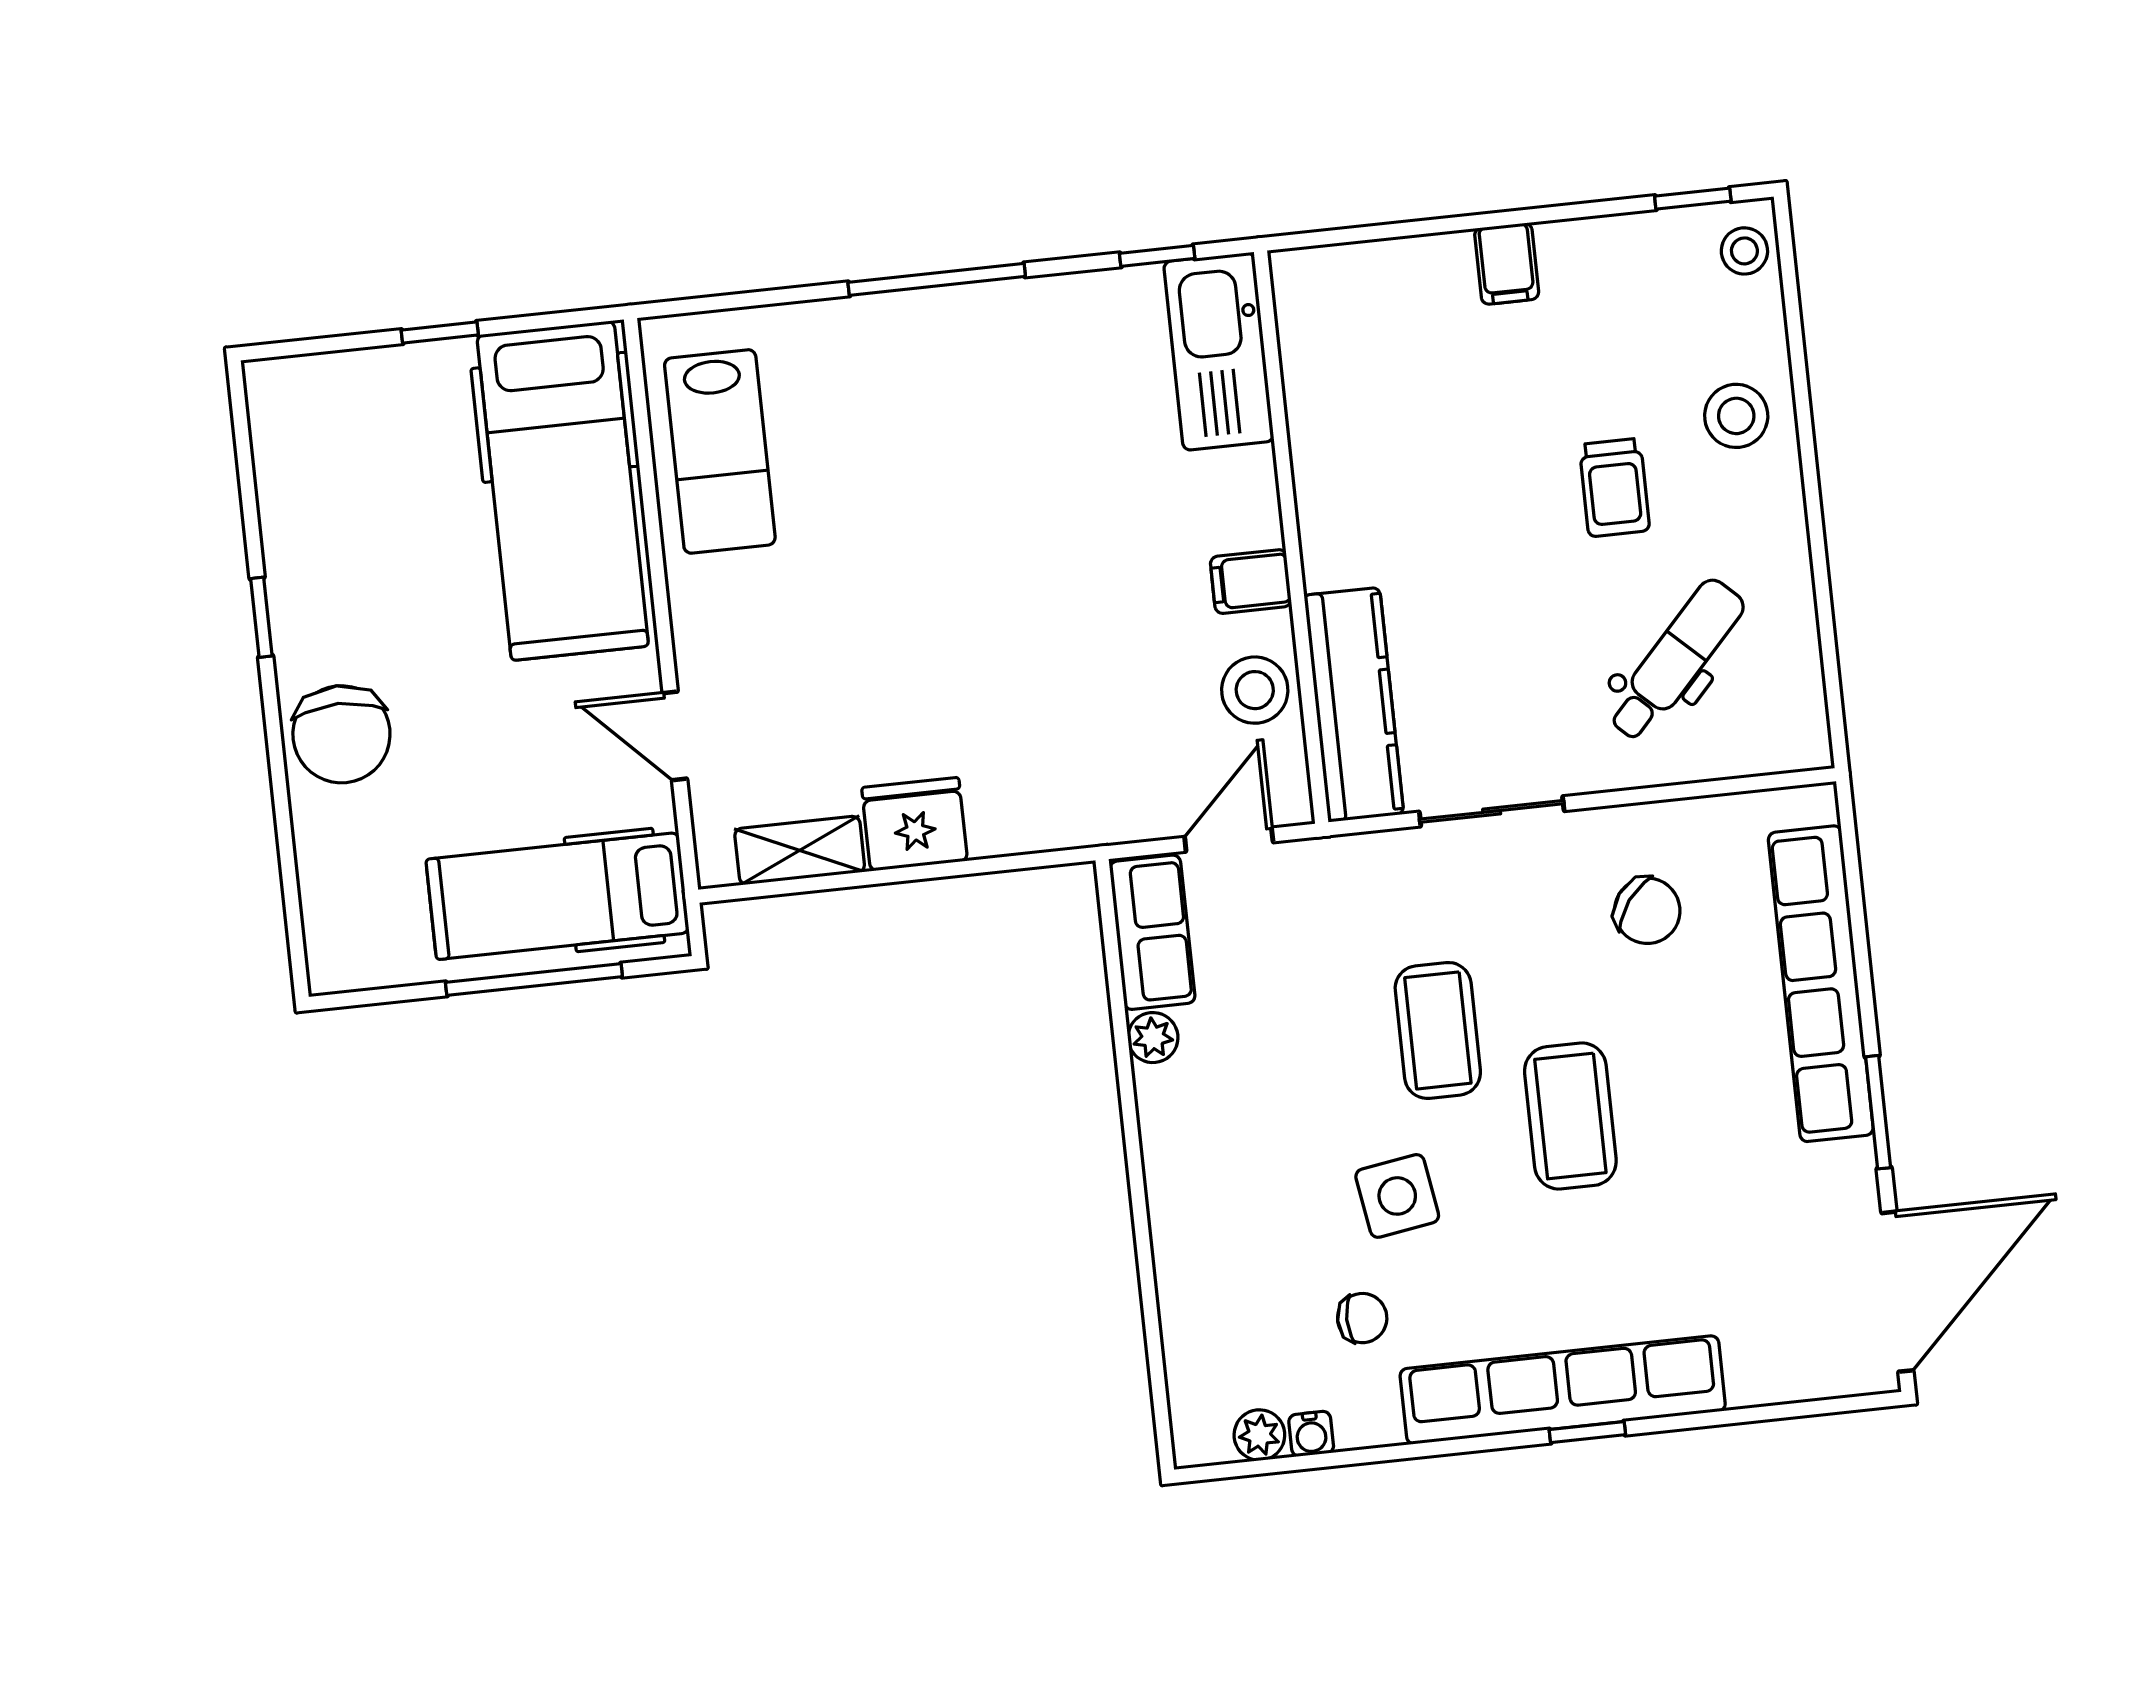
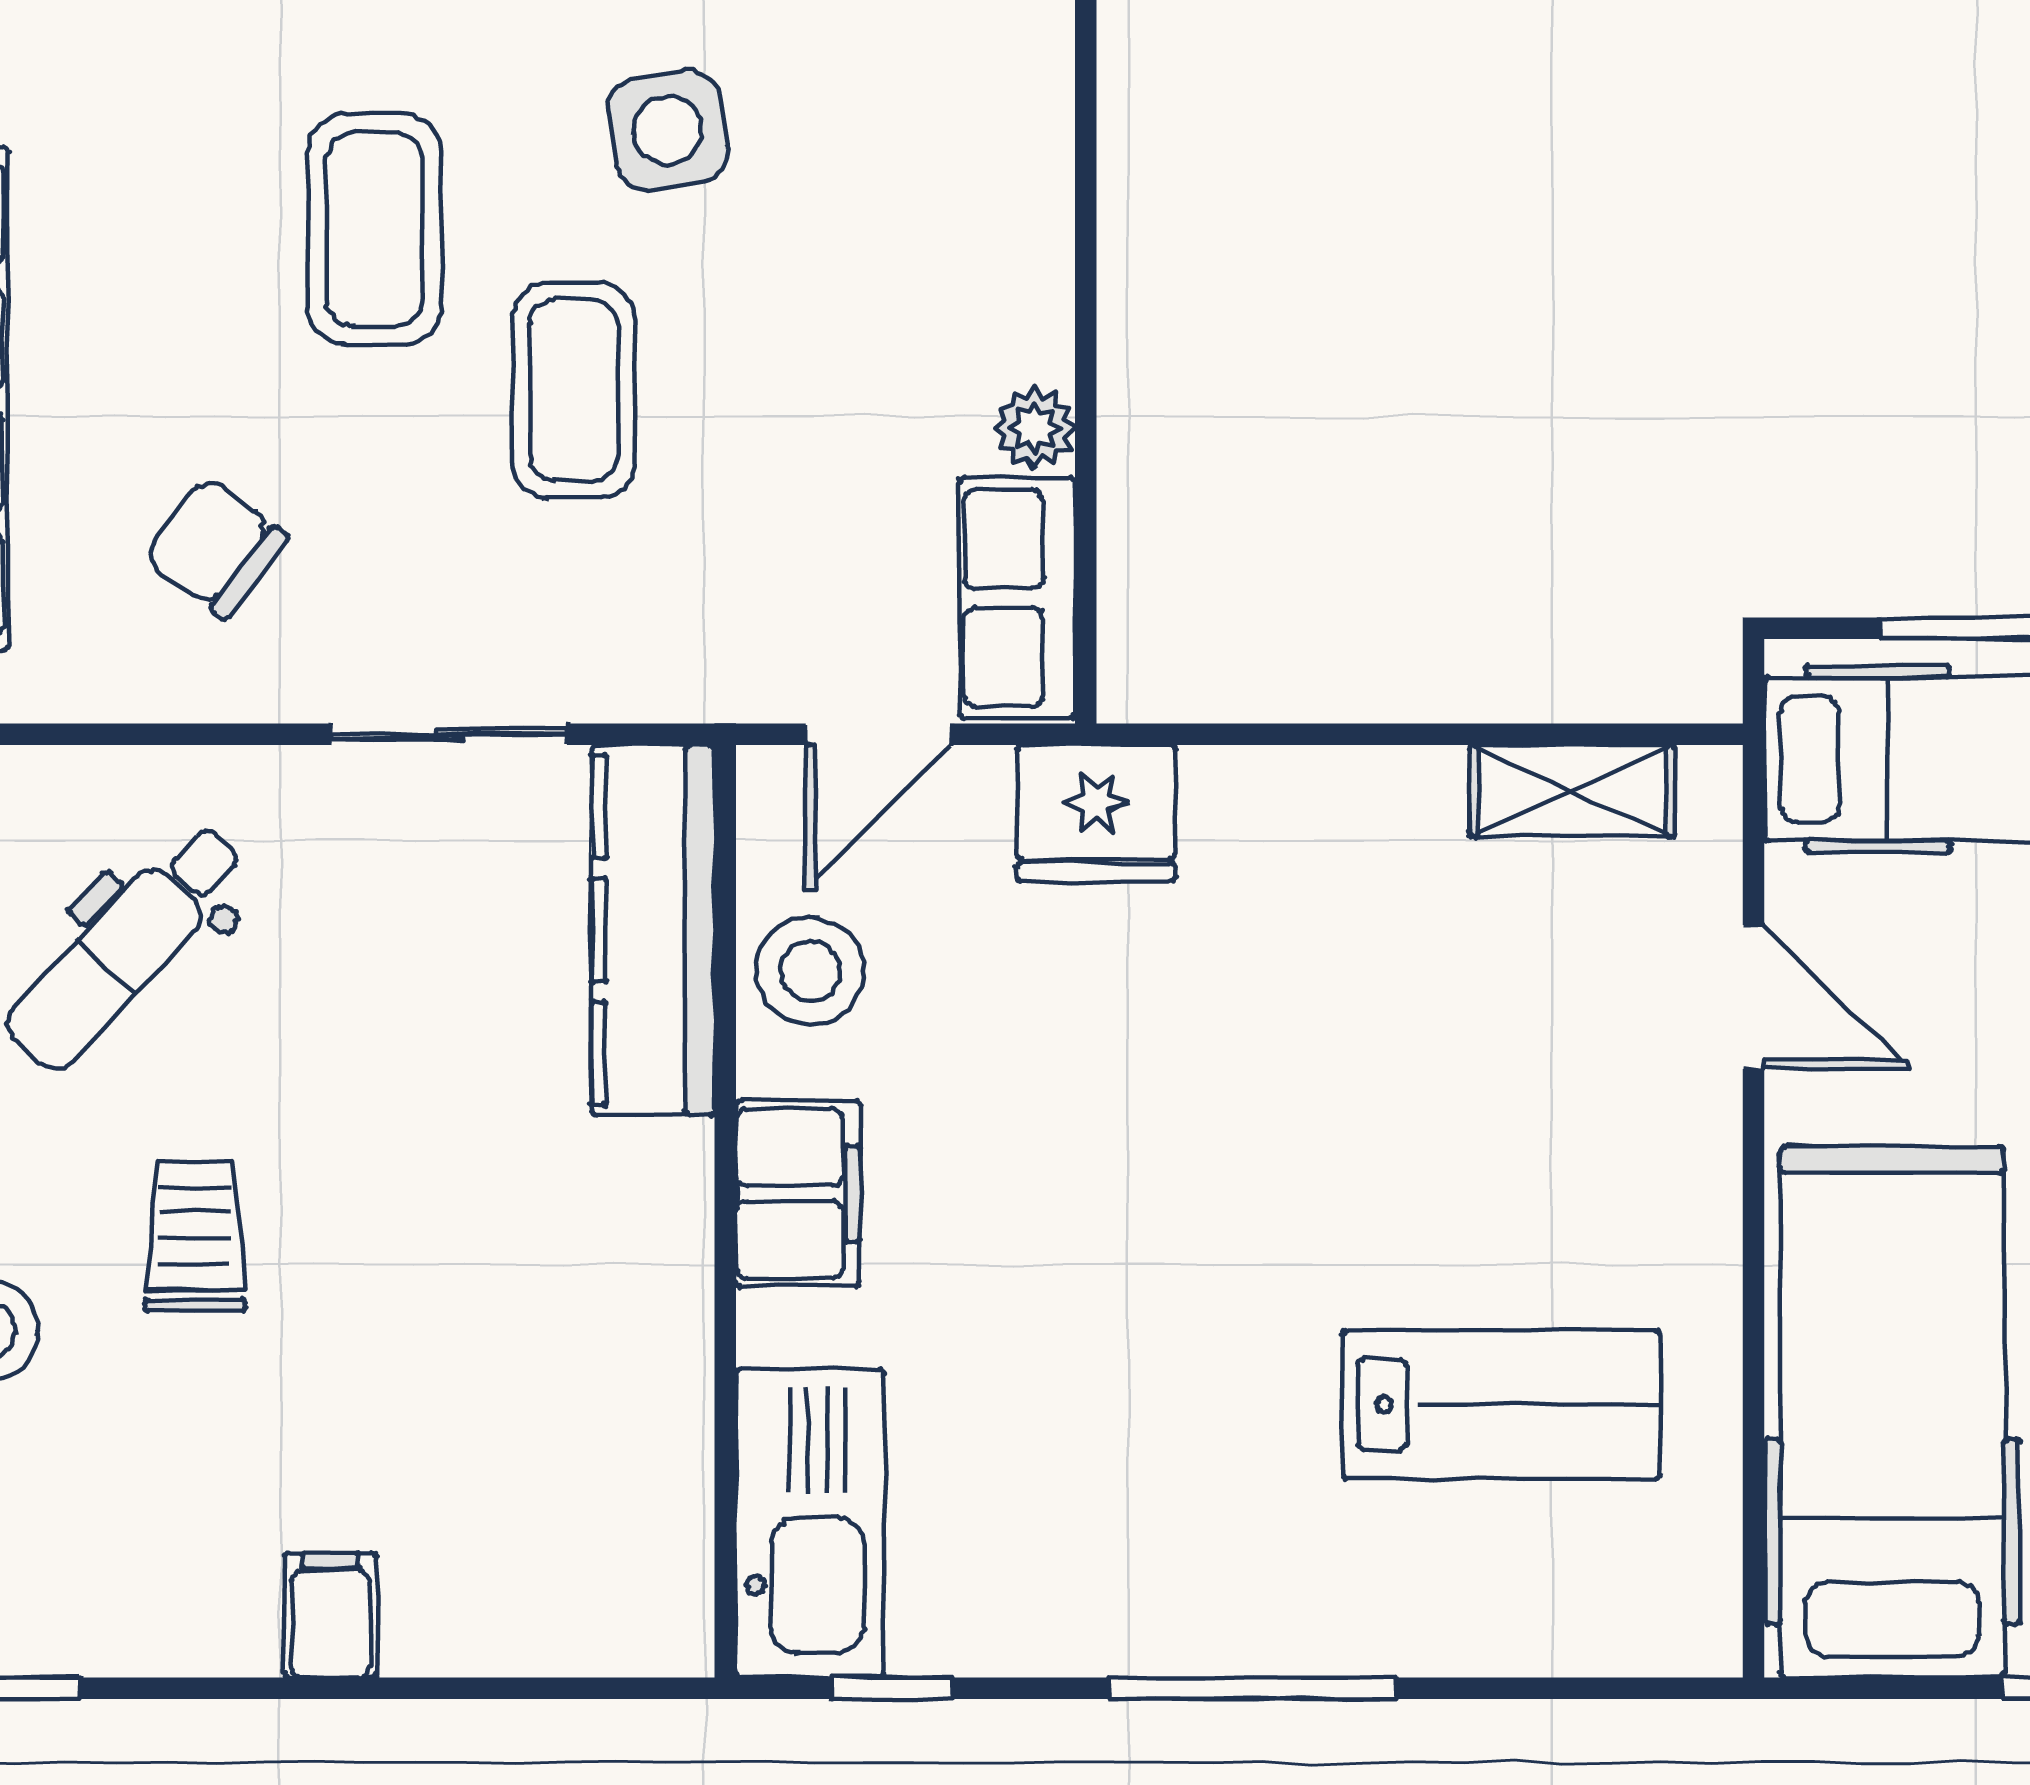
lab bench: (720, 451) -> (1502, 1405), moved, turned 90
filing cabinet: (1251, 582) -> (798, 1193), width x2.00
fridge: (915, 824) -> (1096, 813), moved

